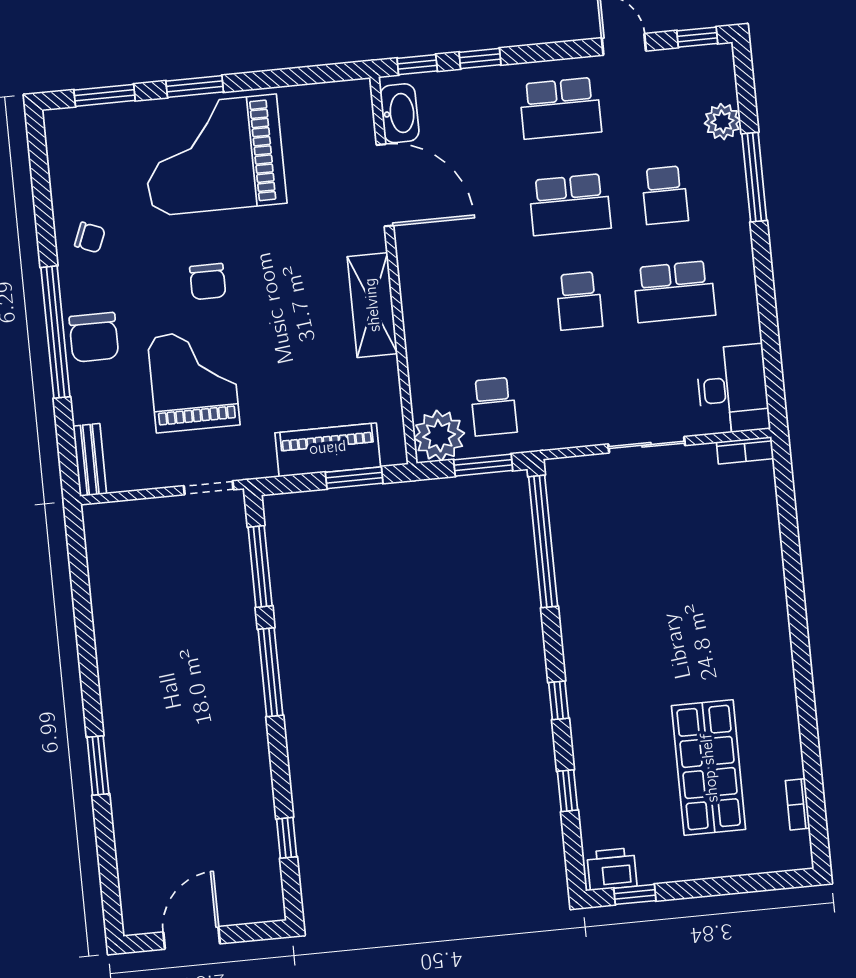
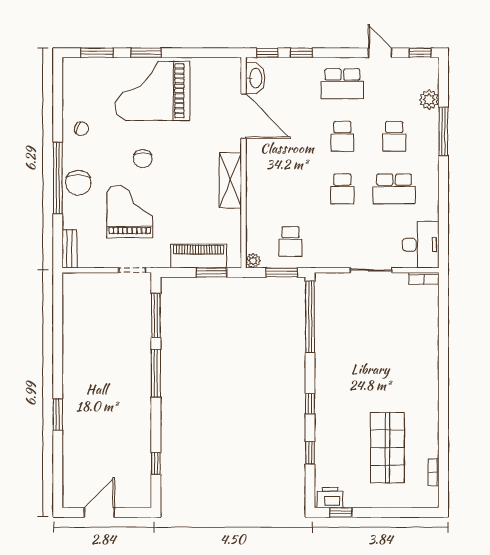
school desk: (570, 204) -> (342, 136), width x0.54
plant: (439, 436) -> (253, 261), width x0.53, depth x0.53

